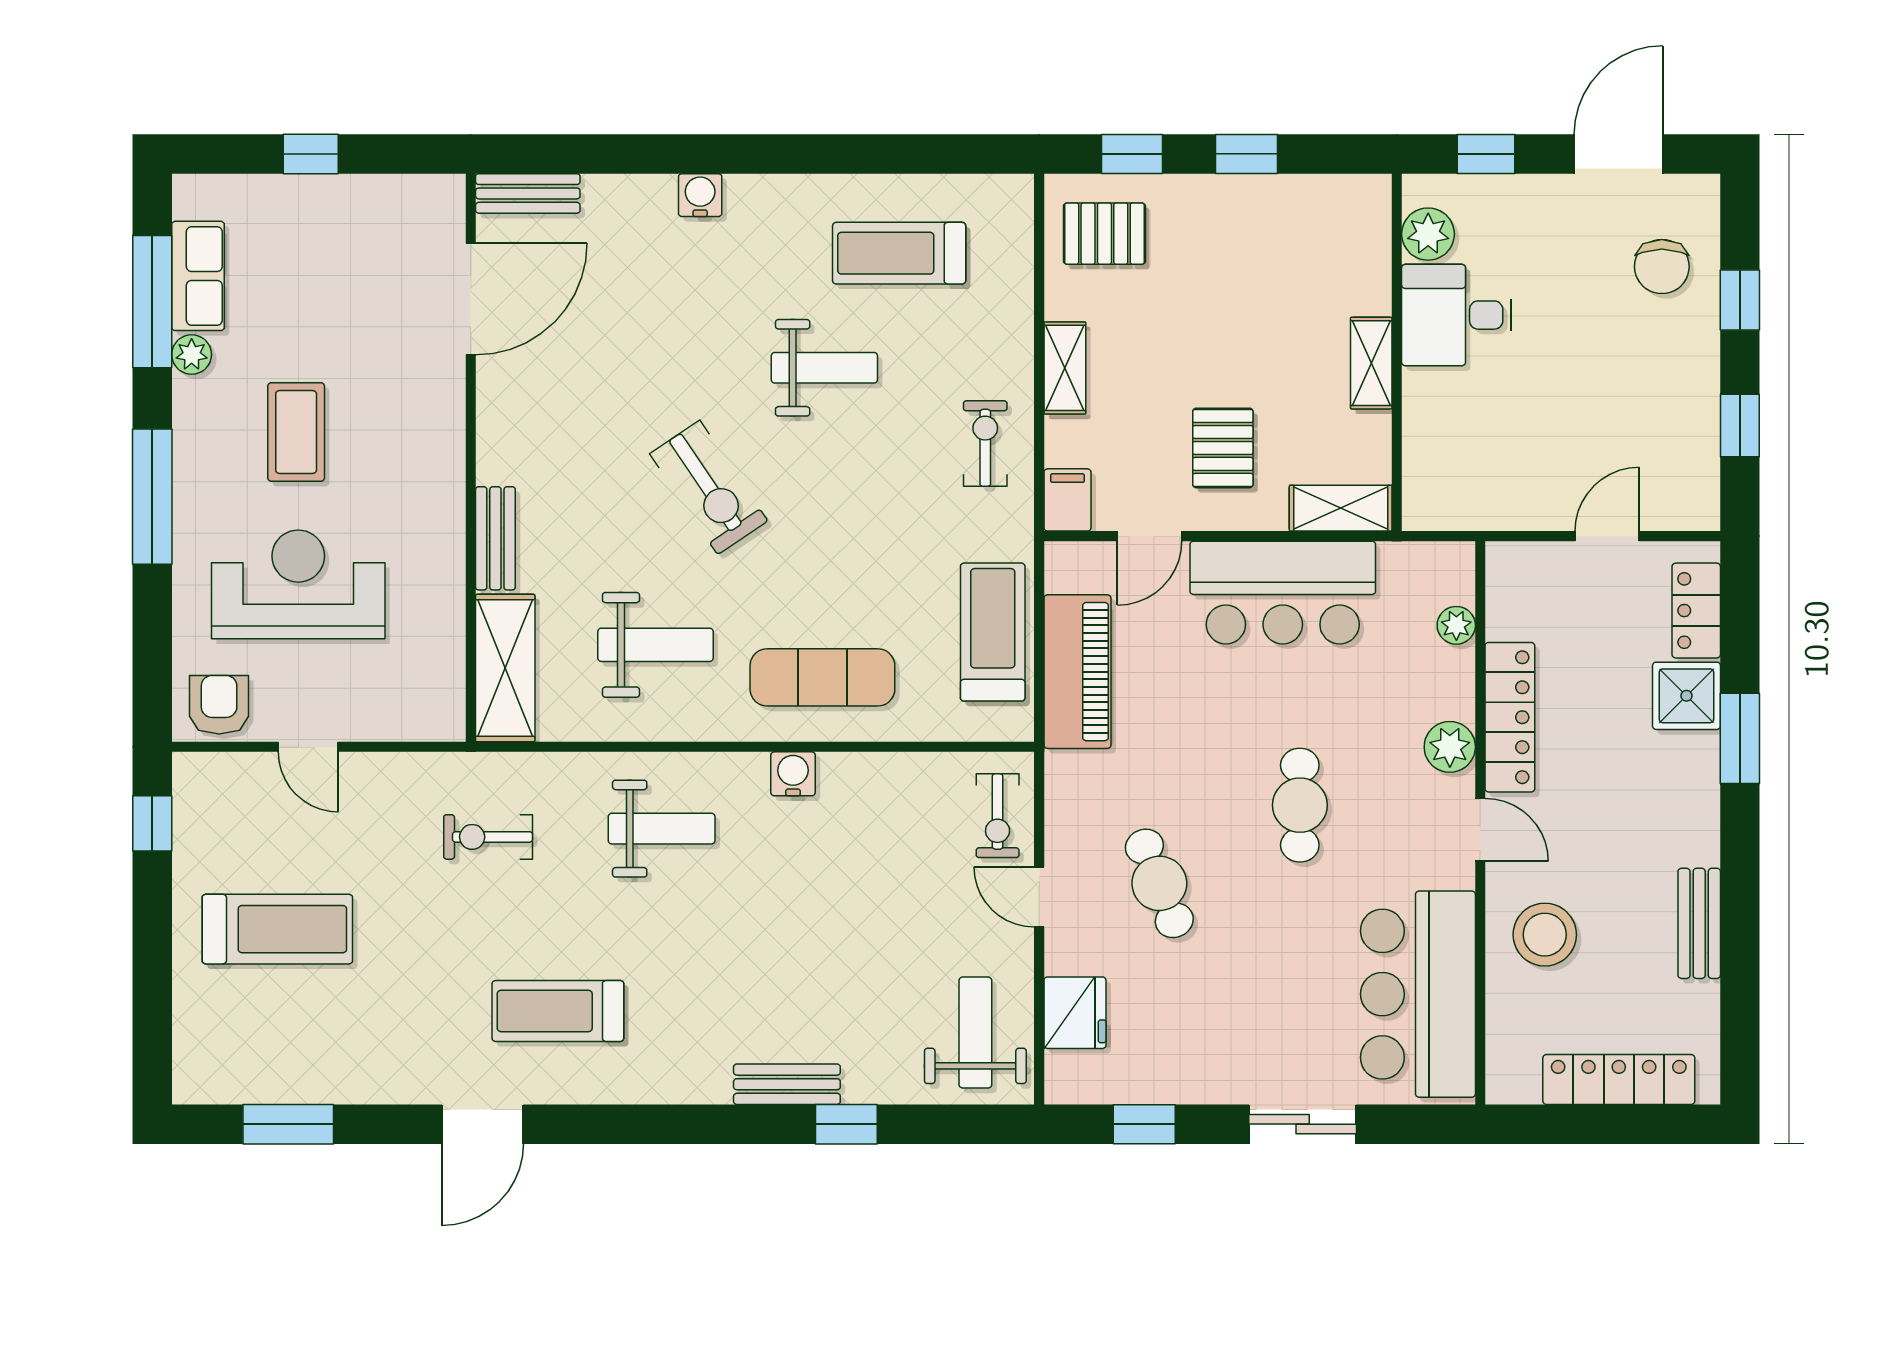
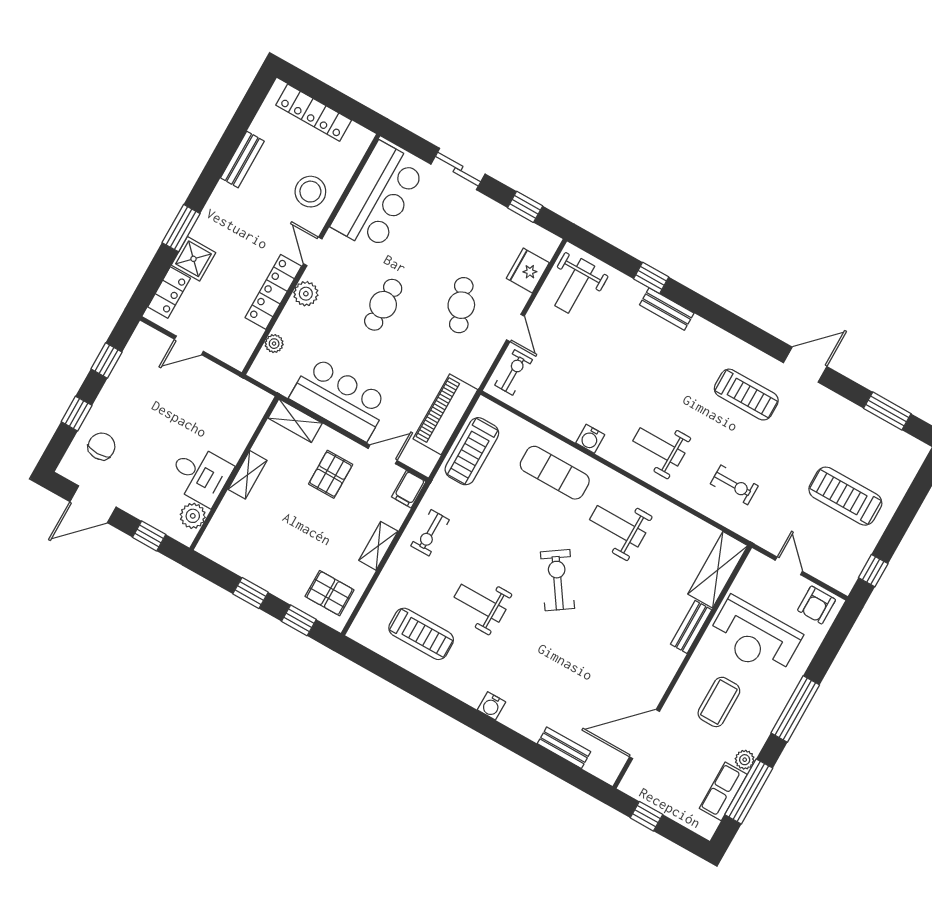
door: (471, 299) -> (644, 734), moved
wall: (471, 458) -> (682, 667), moved
bench: (495, 538) -> (691, 627), moved
shelving: (505, 668) -> (718, 570), moved

